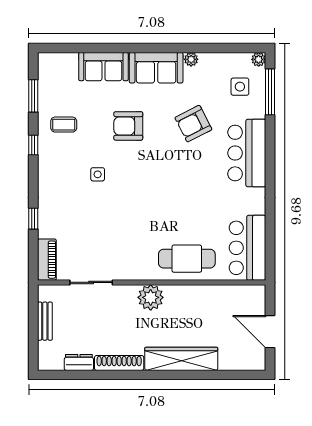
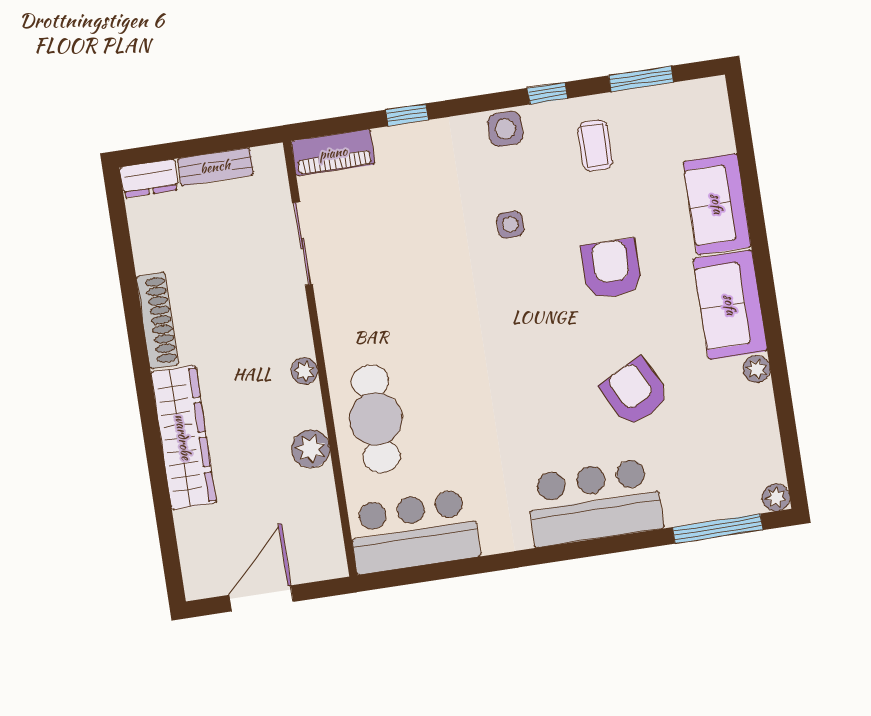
side table: (240, 87) -> (505, 129), moved
plant: (197, 294) -> (311, 449), added
plant: (151, 297) -> (304, 371), width x0.53, depth x0.53
dresser: (79, 362) -> (149, 179), moved, turned 90

